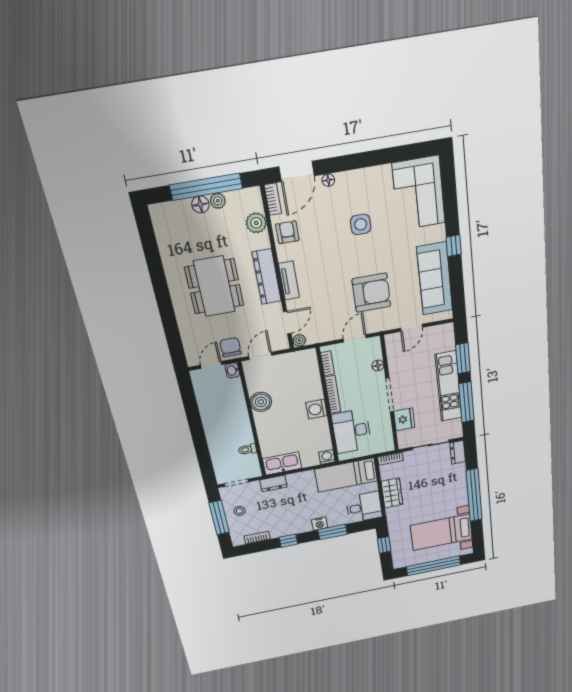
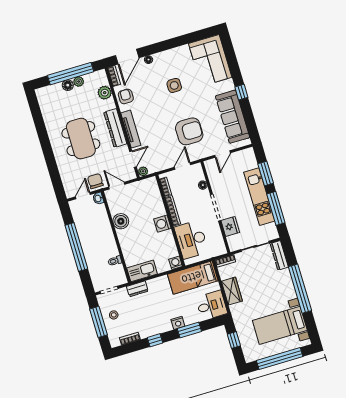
tv unit: (289, 281) -> (131, 129), width x1.41
door: (260, 356) -> (117, 186), hinge flipped
window: (197, 429) -> (76, 247), added
dresser: (458, 452) -> (279, 255), width x1.44

